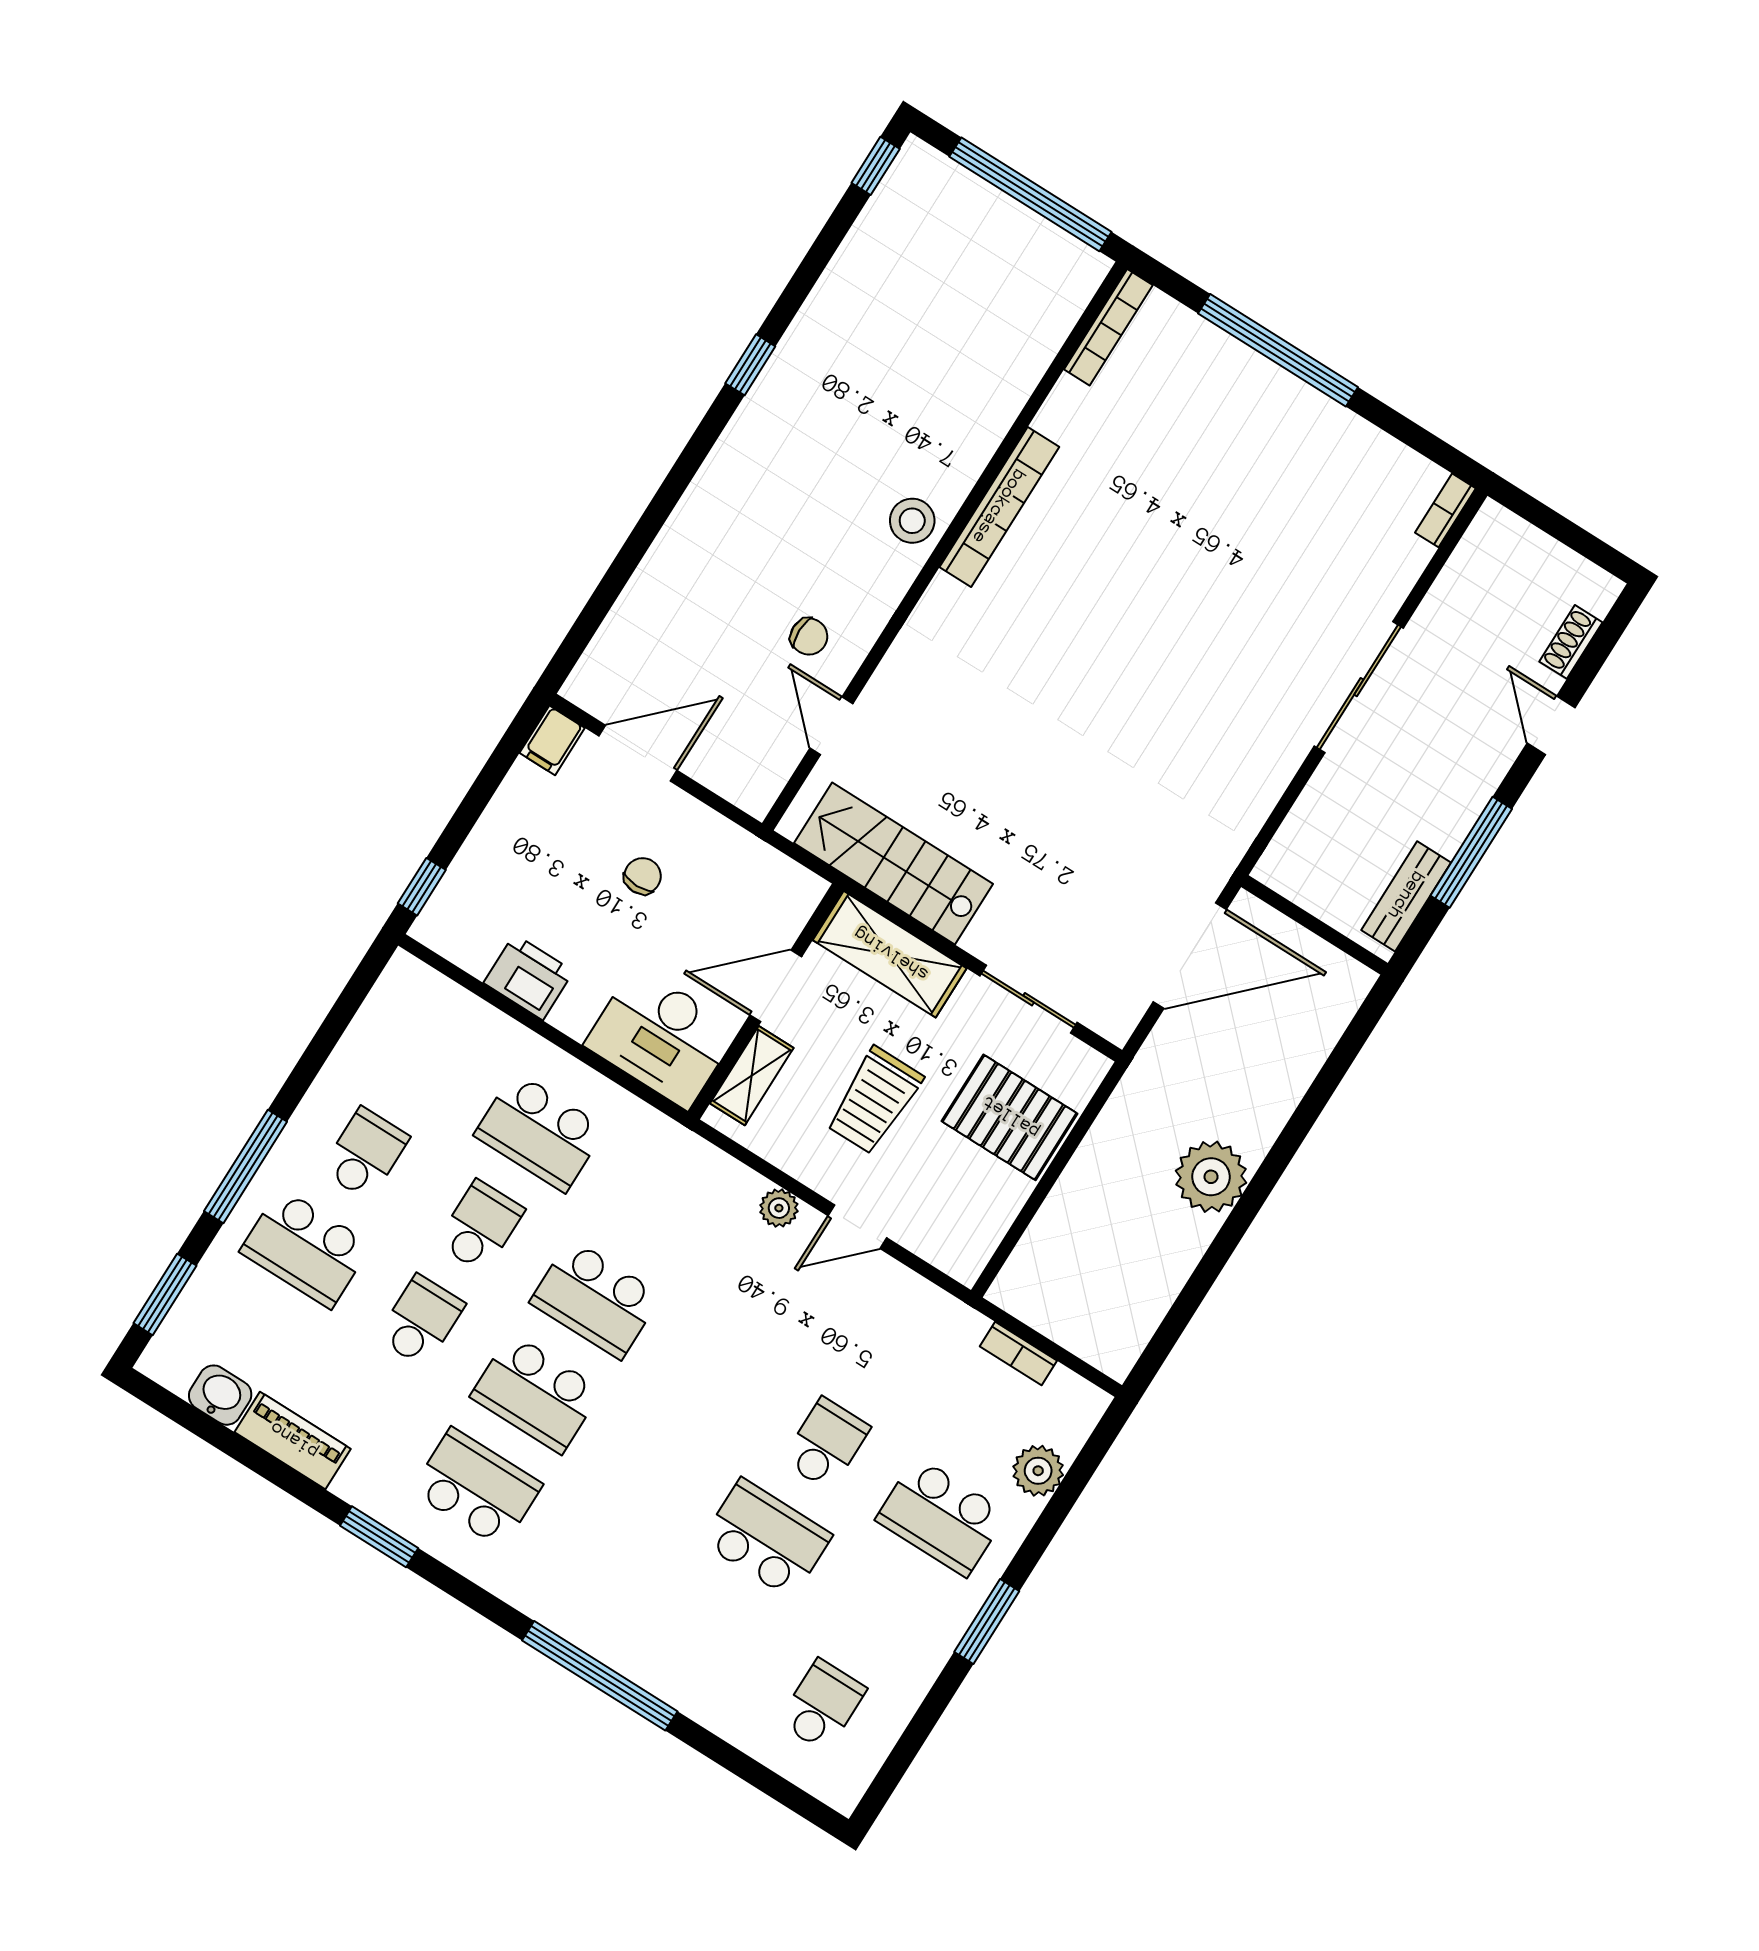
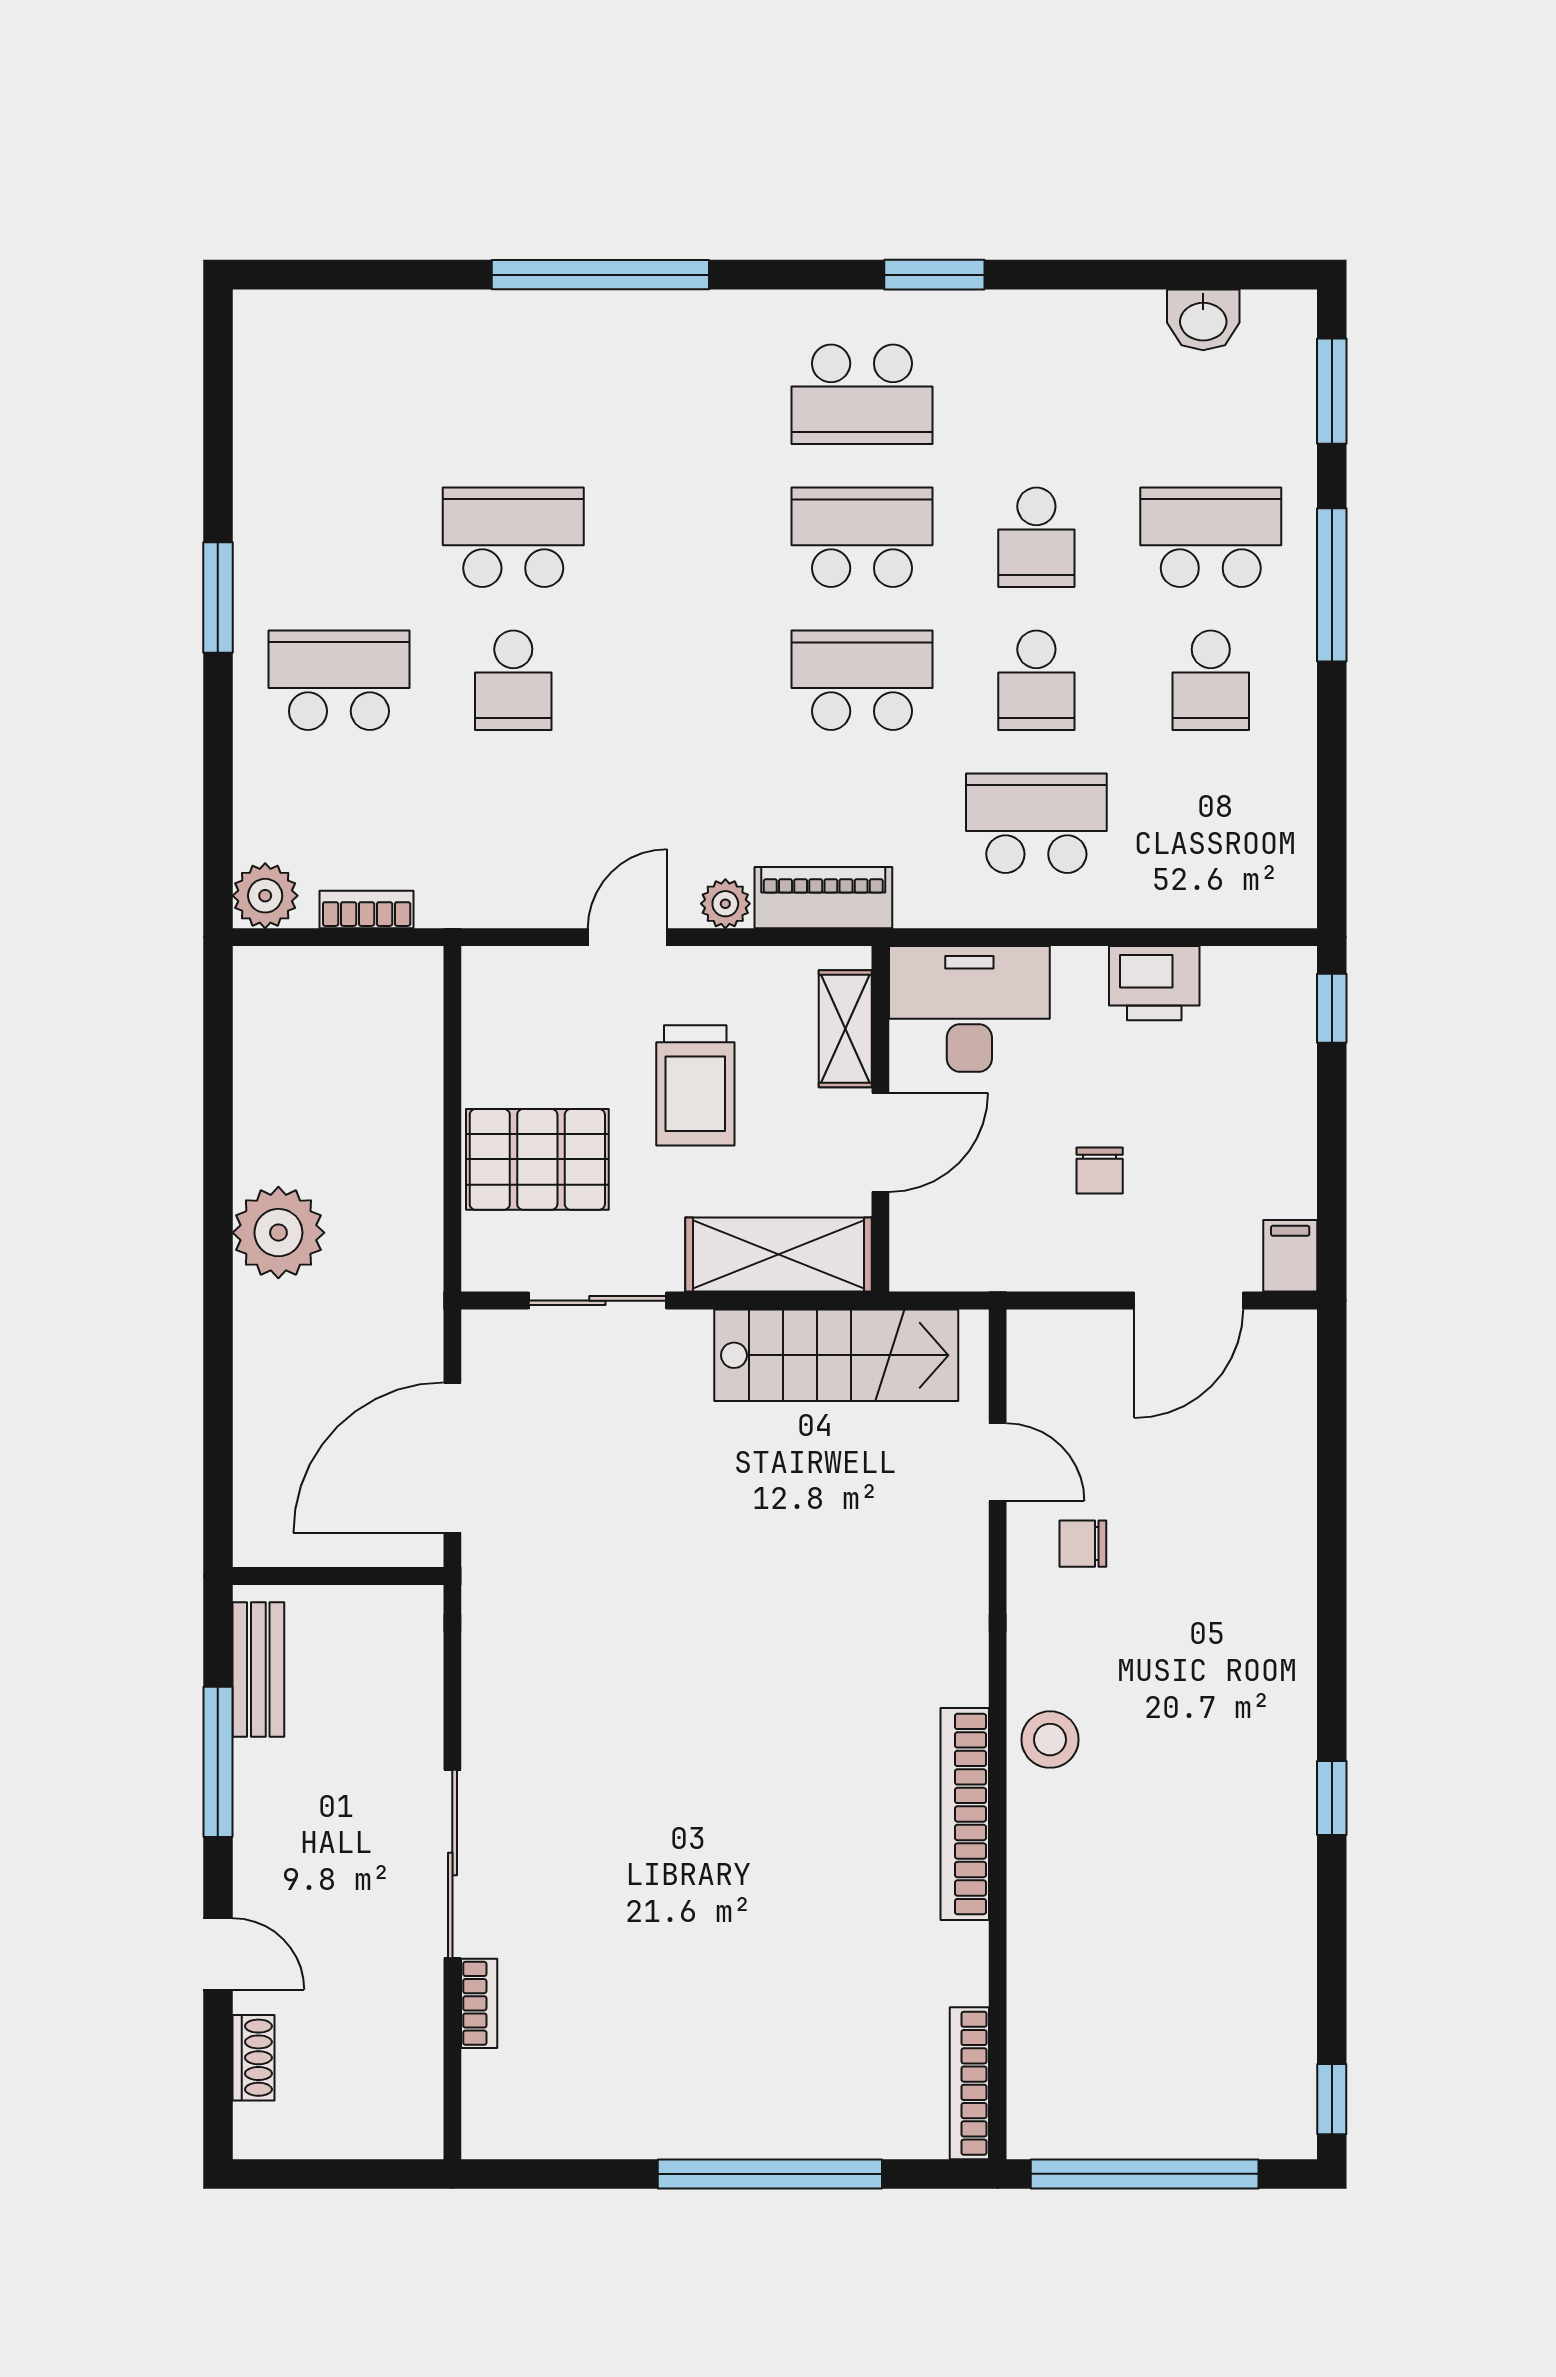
bookcase: (1445, 510) -> (479, 2003), moved
trolley: (874, 1101) -> (695, 1085), turned 180
piano: (293, 1440) -> (823, 898), moved, turned 180
plant: (1038, 1471) -> (265, 896), moved
school desk: (767, 1538) -> (513, 537), turned 180
school desk: (822, 1705) -> (339, 394), removed

